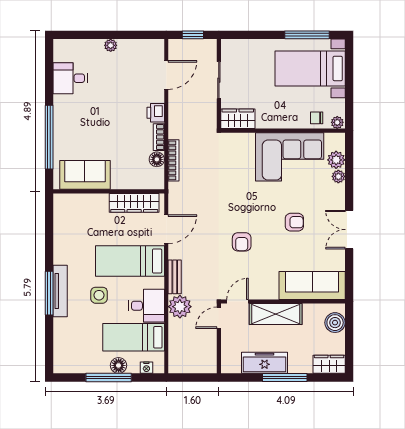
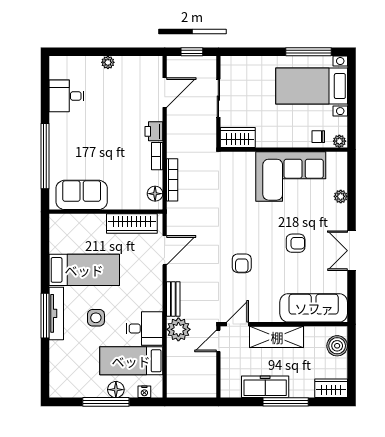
floor lamp: (157, 159) -> (155, 194), moved
plant: (336, 160) -> (338, 179), removed
bed: (130, 261) -> (84, 270), moved, turned 180

